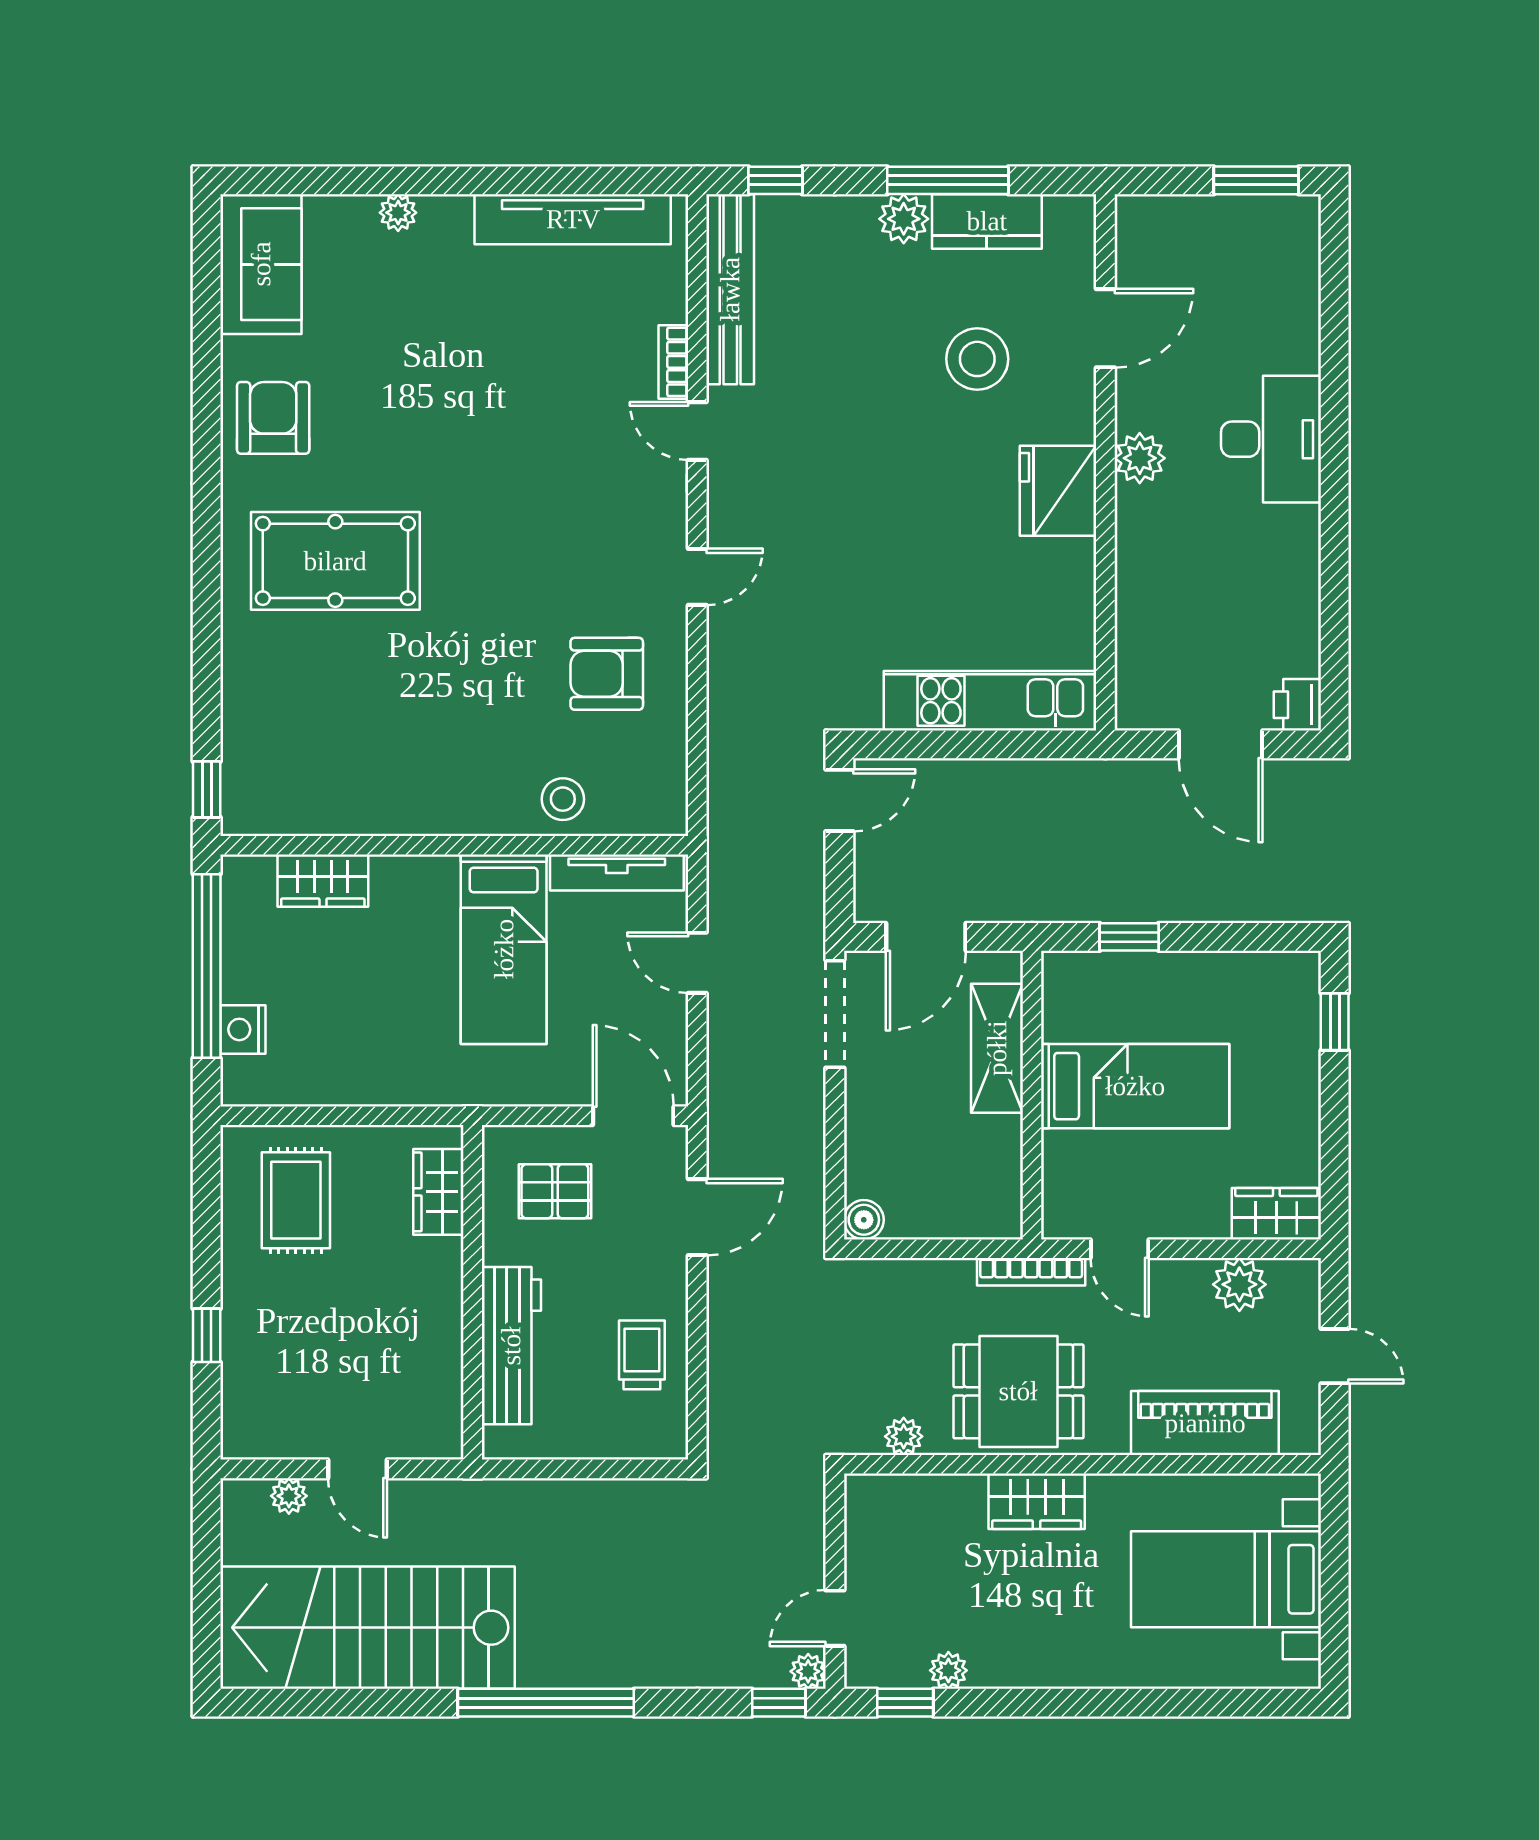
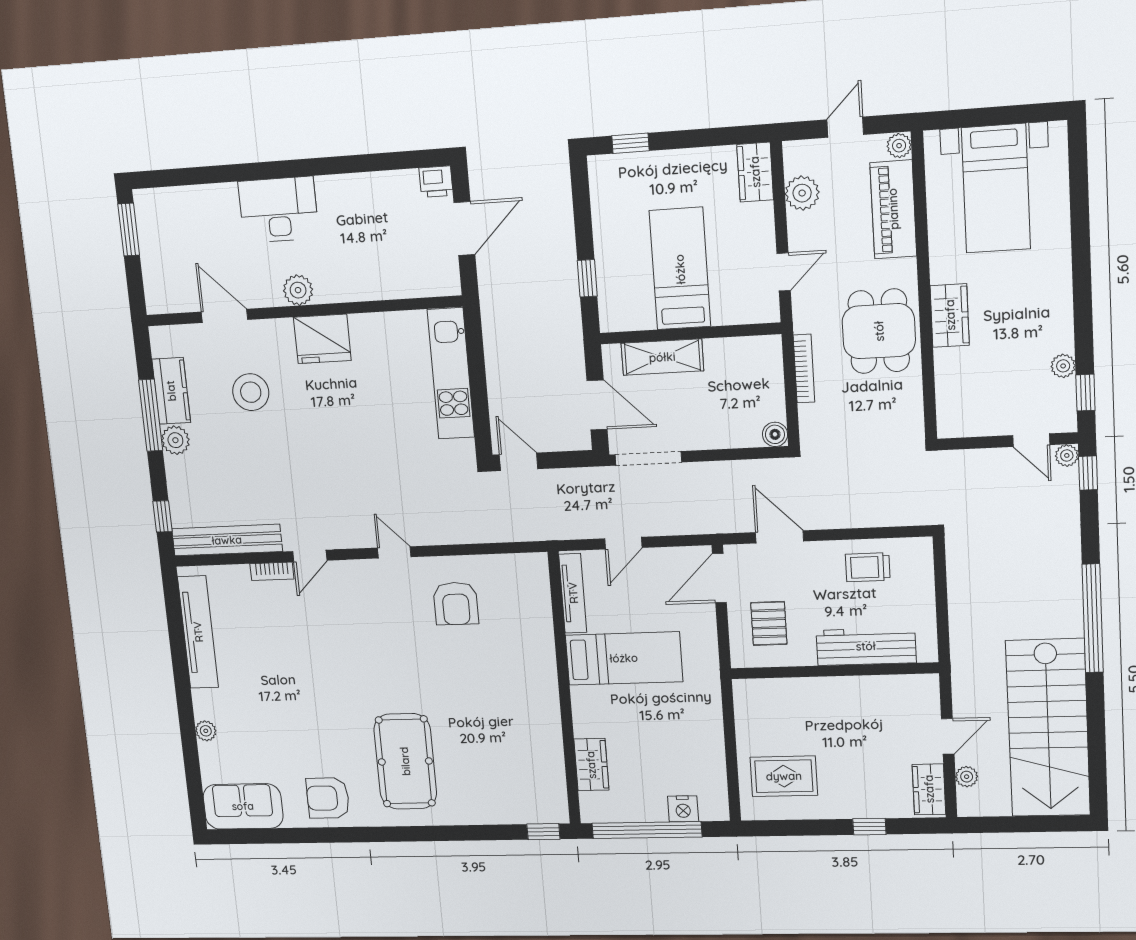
stool: (563, 799) -> (532, 627), removed
wardrobe: (438, 1192) -> (929, 789), moved, turned 90
bookcase: (1031, 1272) -> (804, 369), moved
plant: (904, 1436) -> (899, 146), moved

